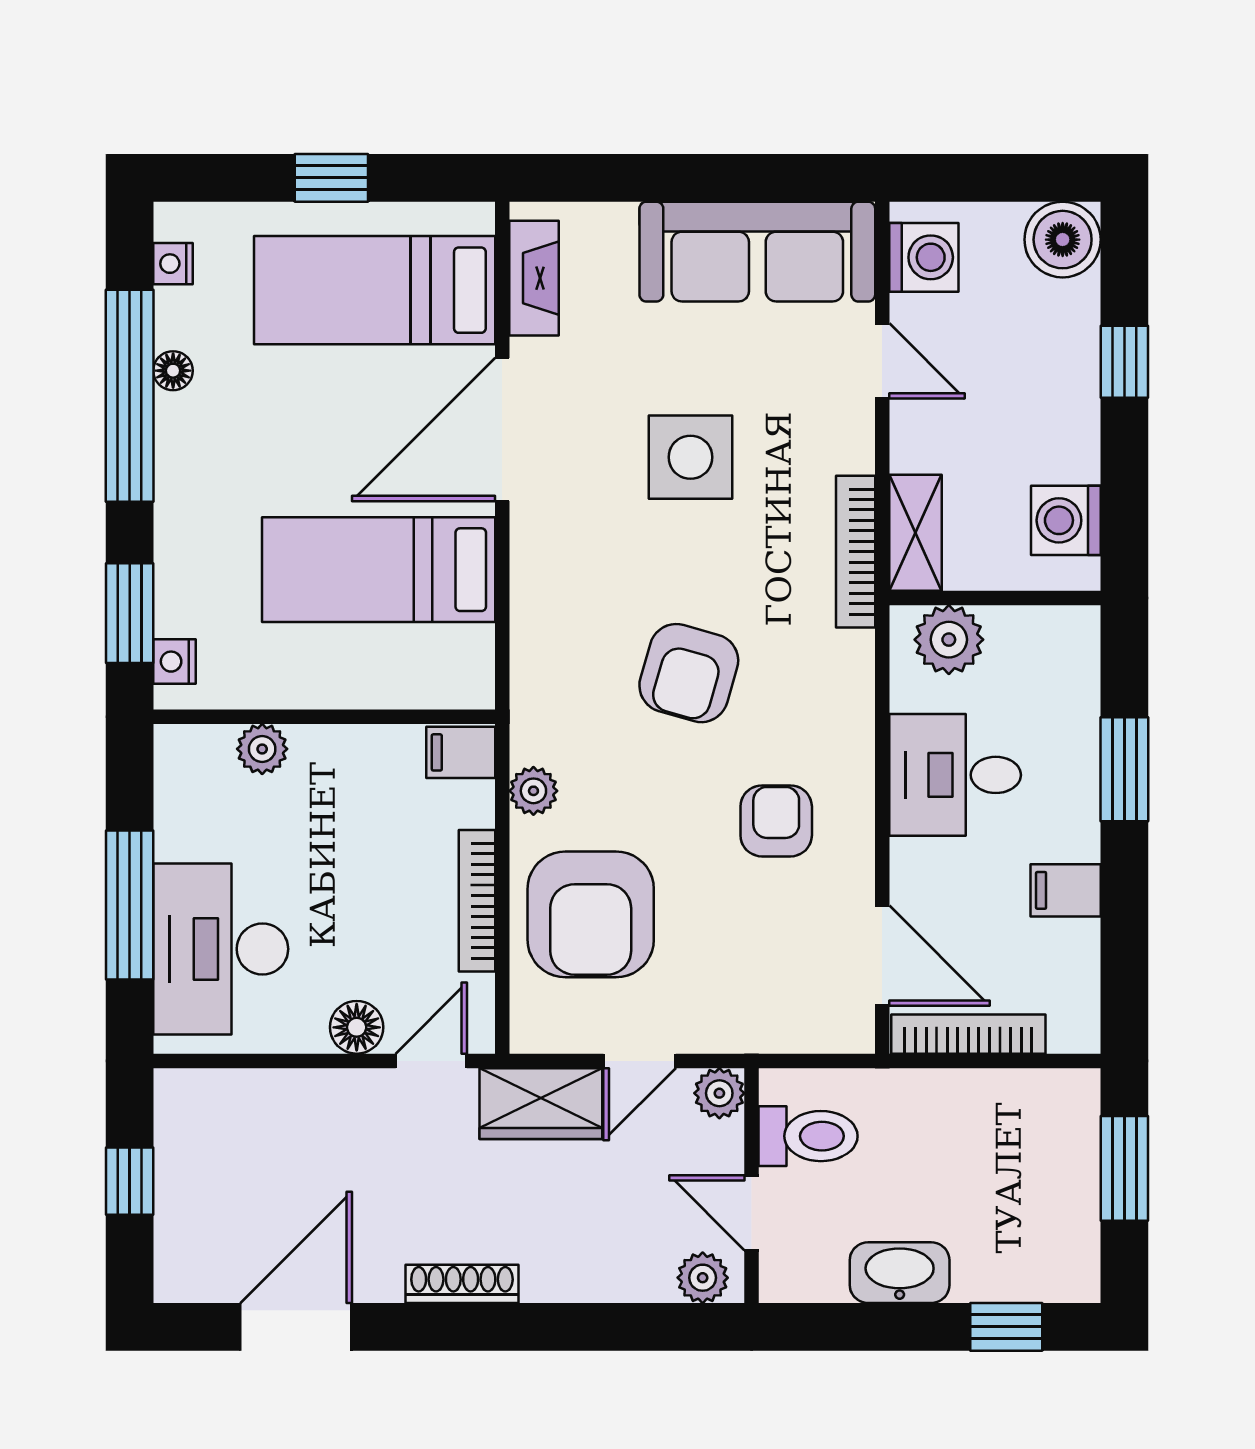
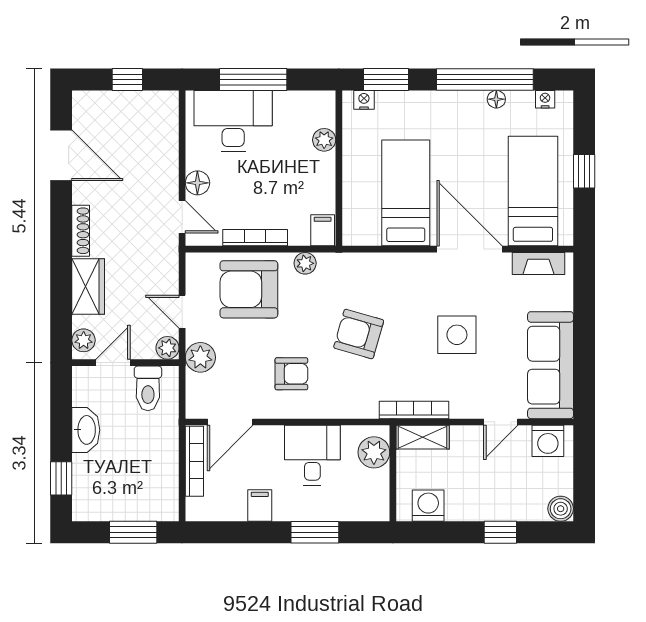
boiler: (1063, 240) -> (561, 509), width x0.73, depth x0.73
plant: (740, 1021) -> (200, 357), added
wardrobe: (541, 1104) -> (88, 287), moved, turned 180

